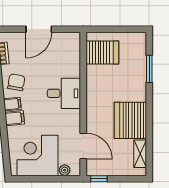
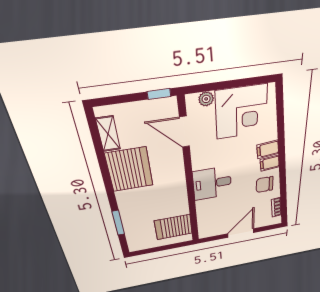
chair: (16, 82) -> (265, 185), turned 80

